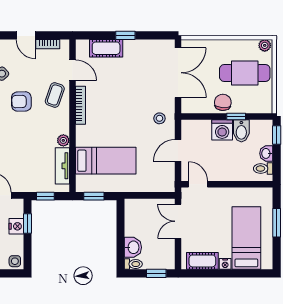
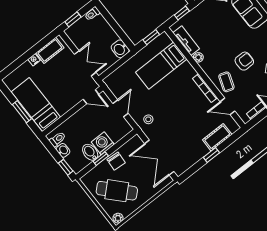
cafe table: (245, 73) -> (117, 191), turned 47
bed: (246, 238) -> (36, 104), moved, turned 180
washbasin: (133, 247) -> (120, 49), moved

